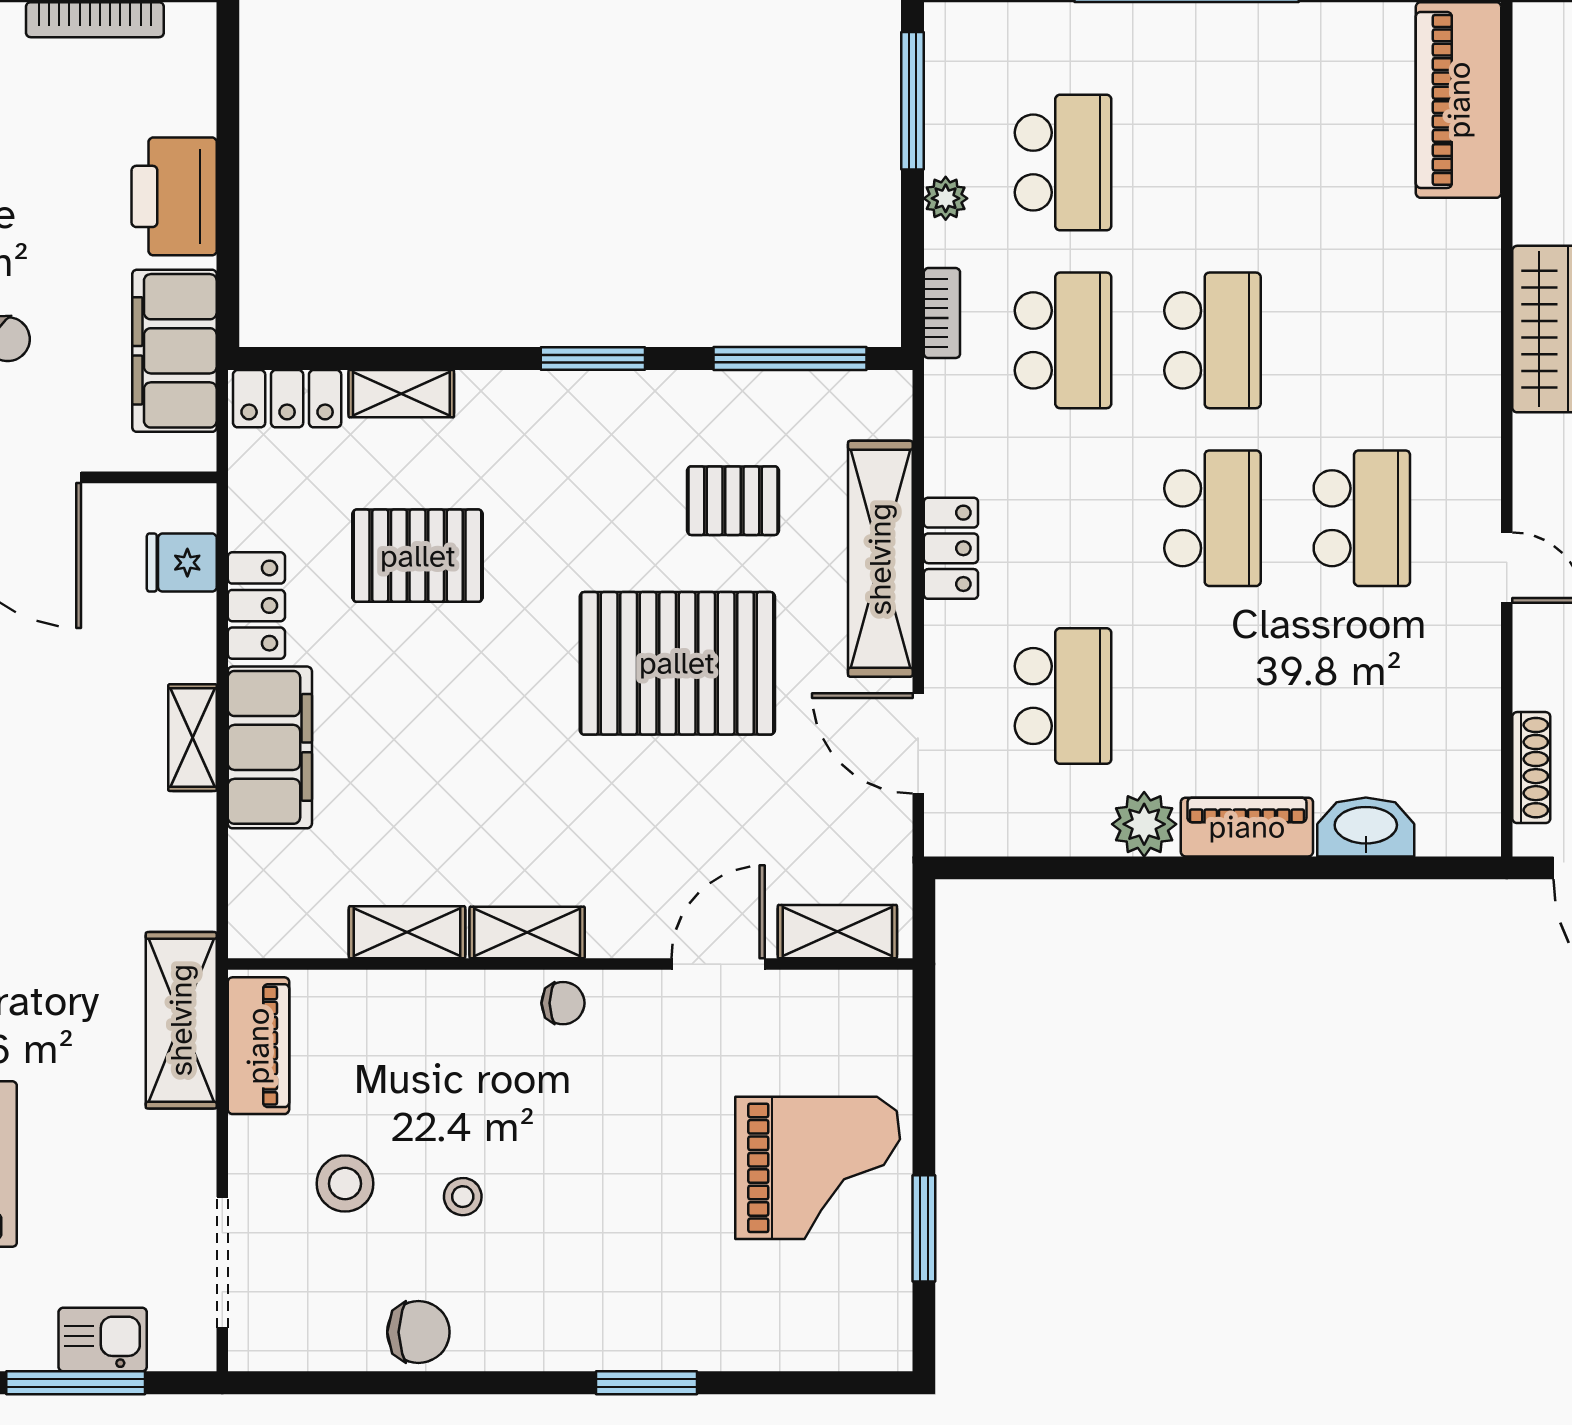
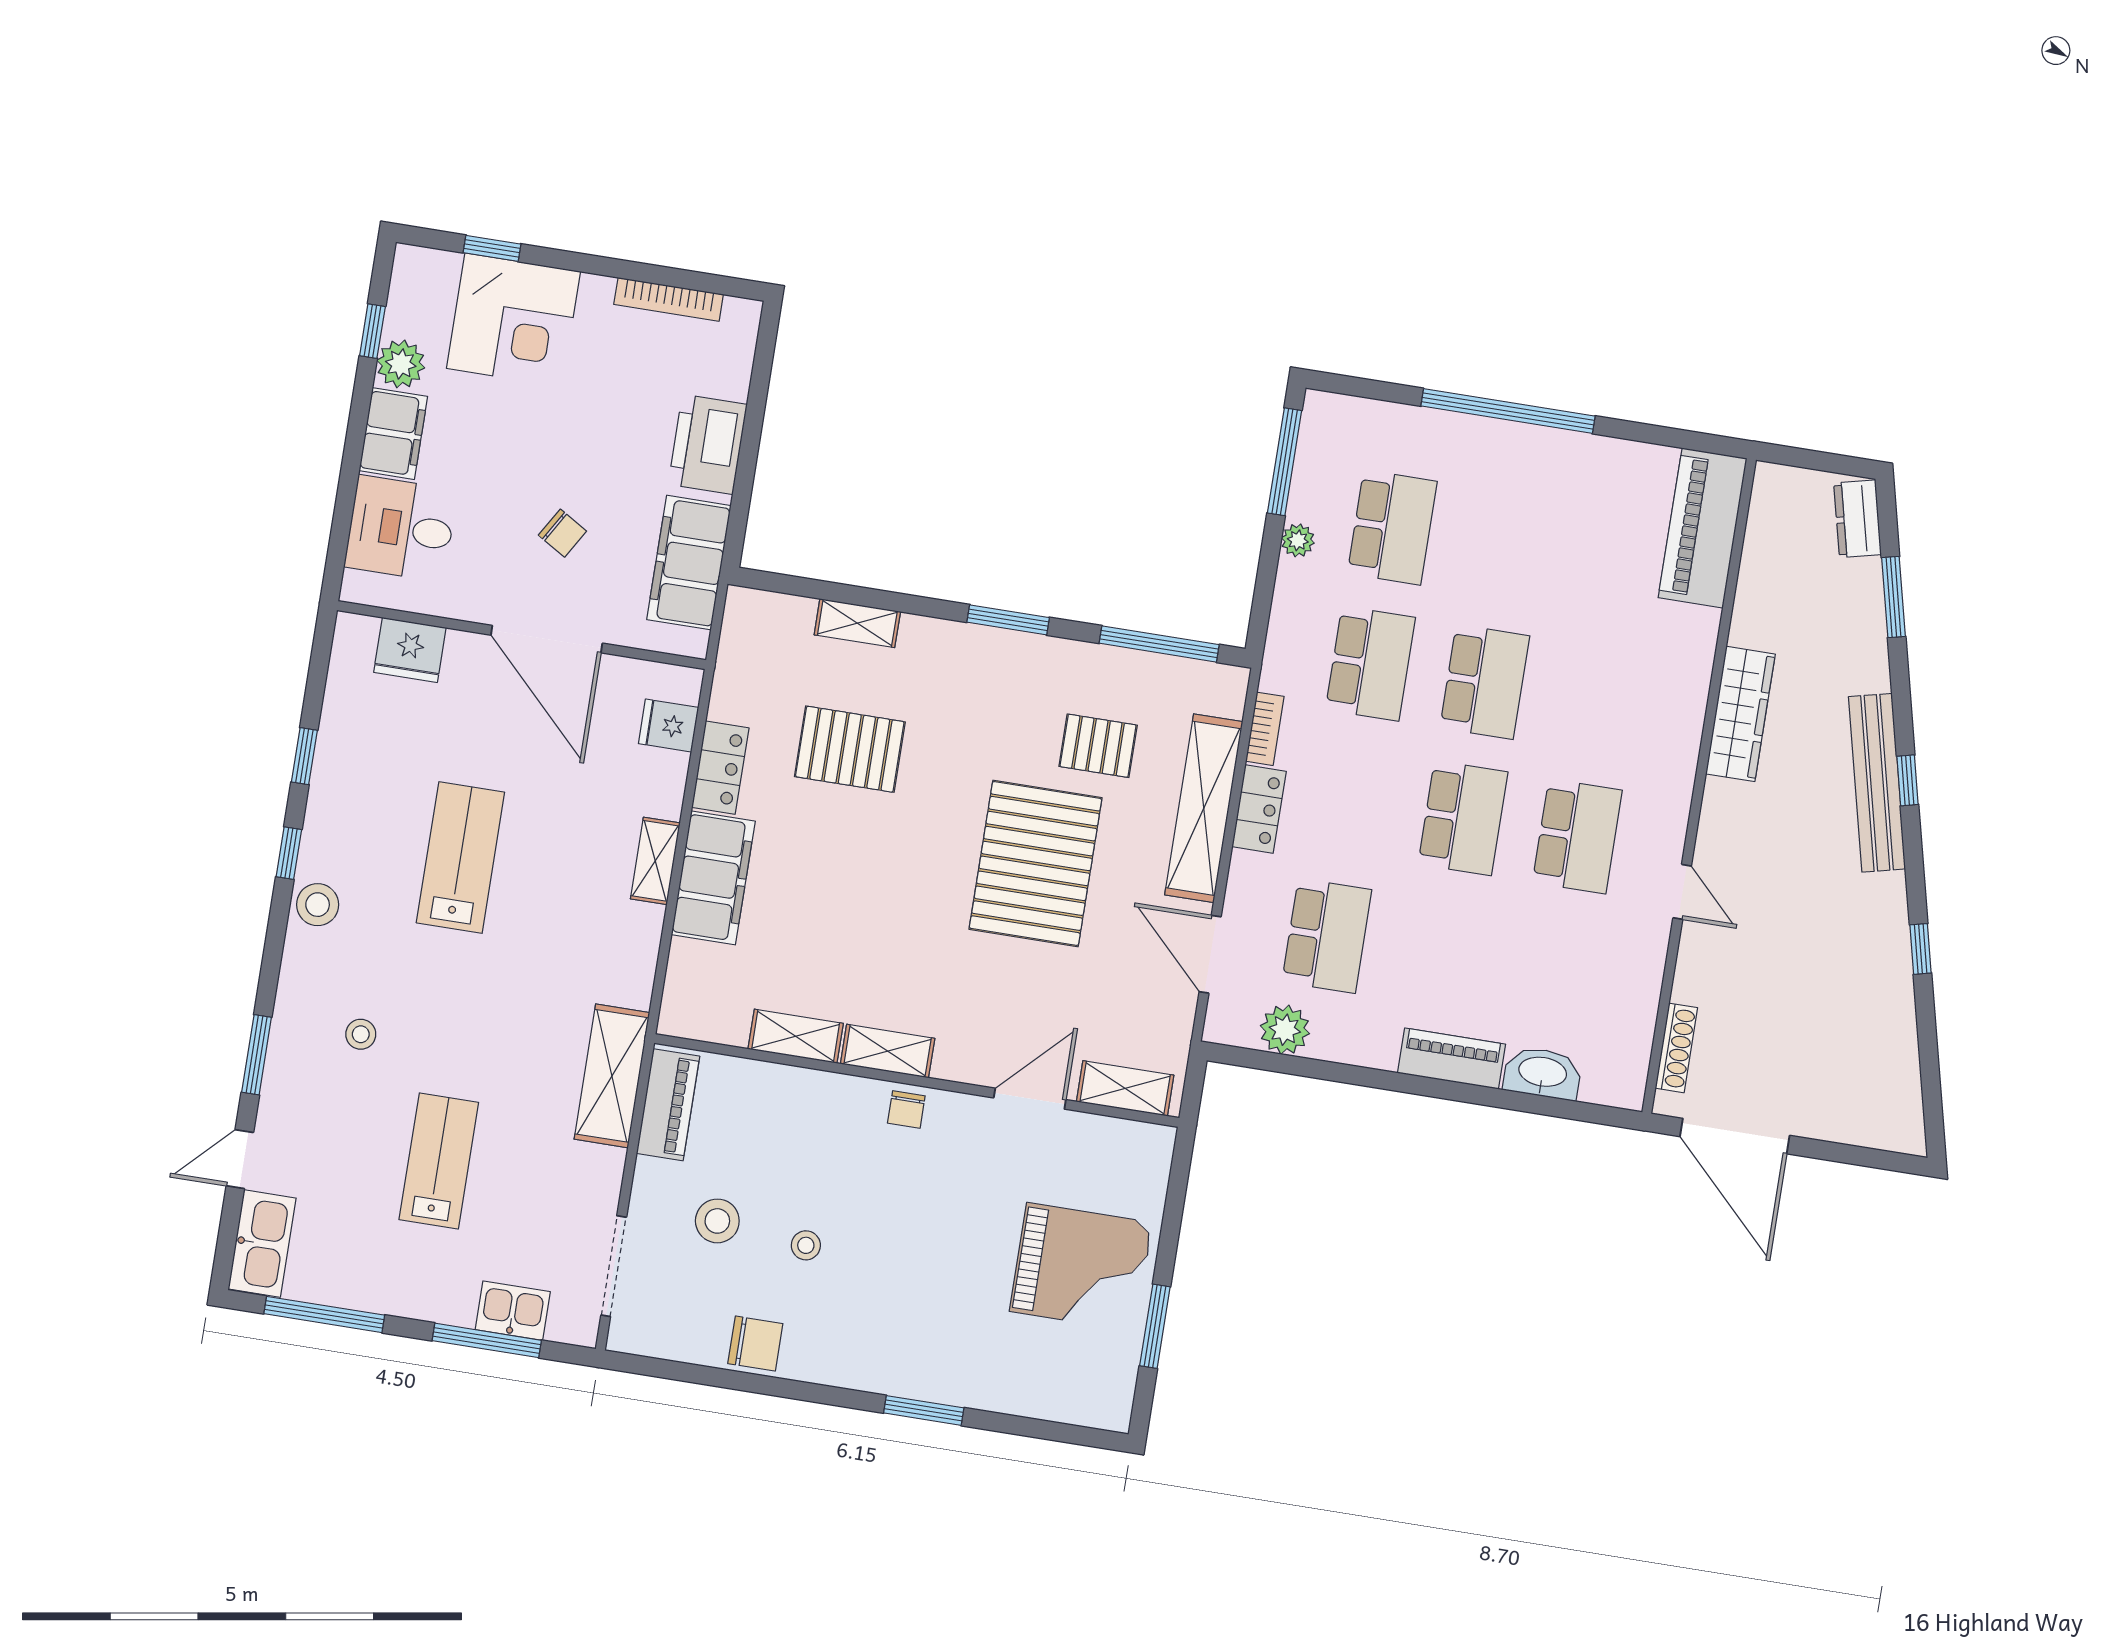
bookcase: (942, 313) -> (1265, 729), moved
locker: (287, 399) -> (769, 613), removed
pallet: (677, 663) -> (1036, 863), turned 90
plant: (1144, 824) -> (1285, 1030), moved
chair: (563, 1003) -> (906, 1109), turned 90

